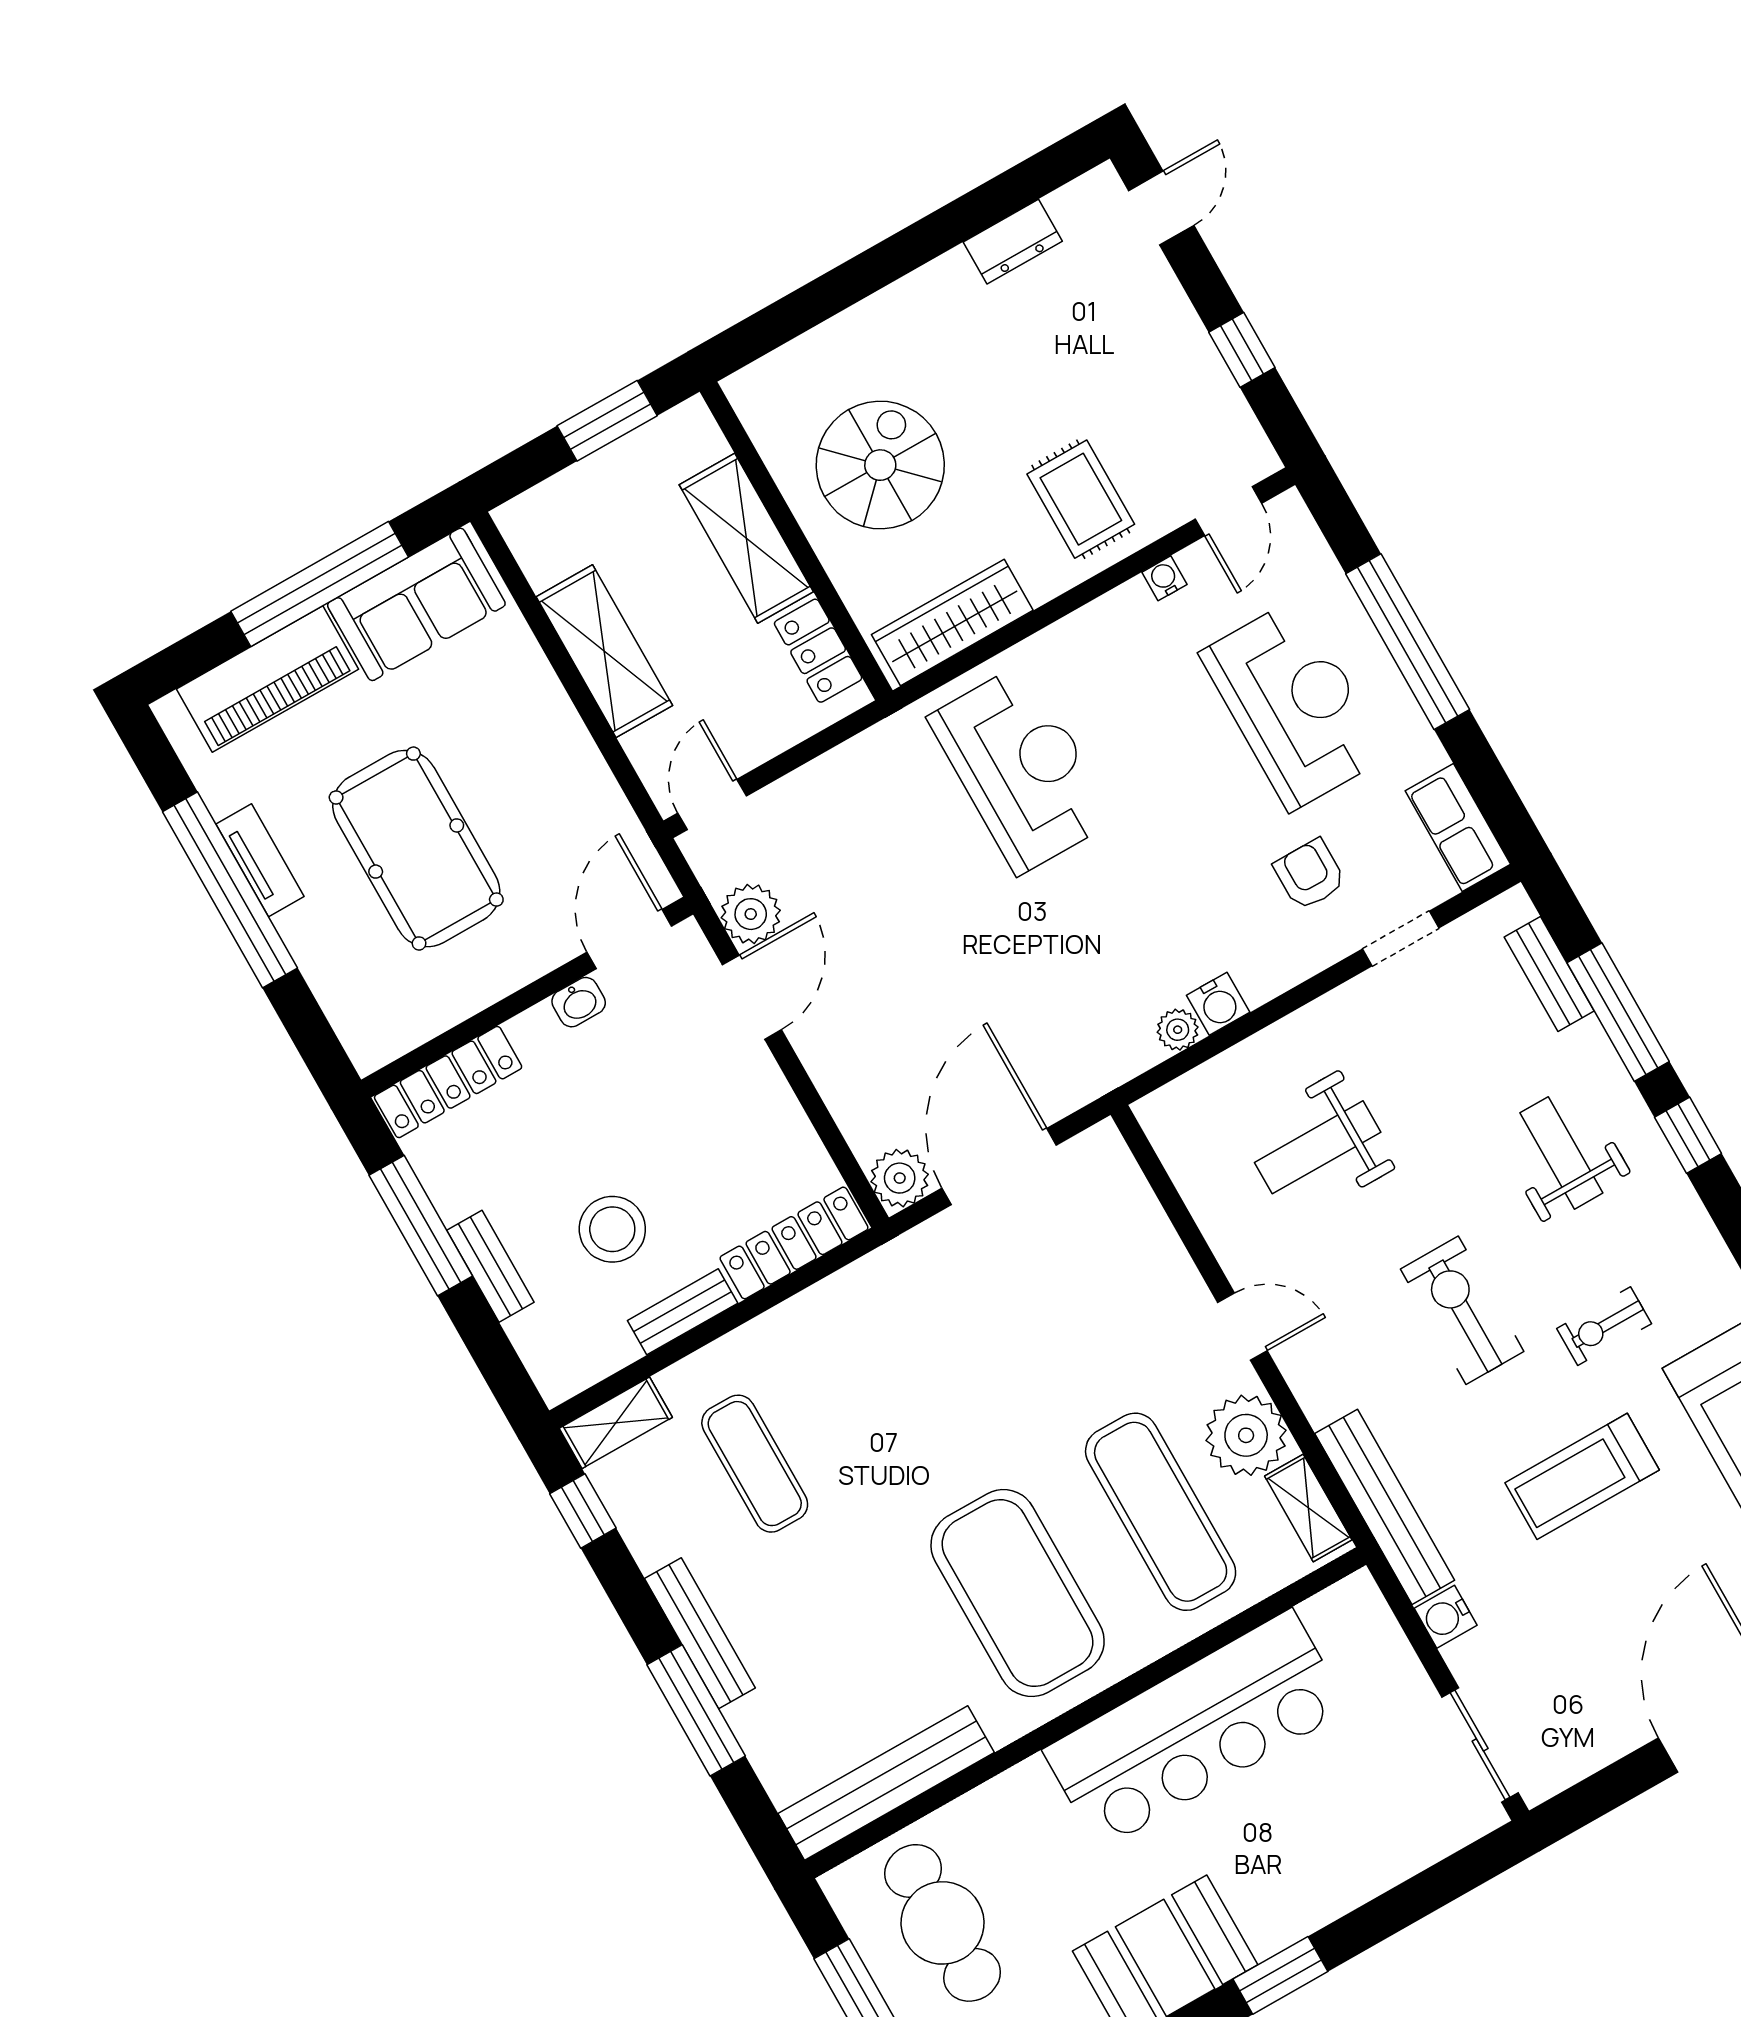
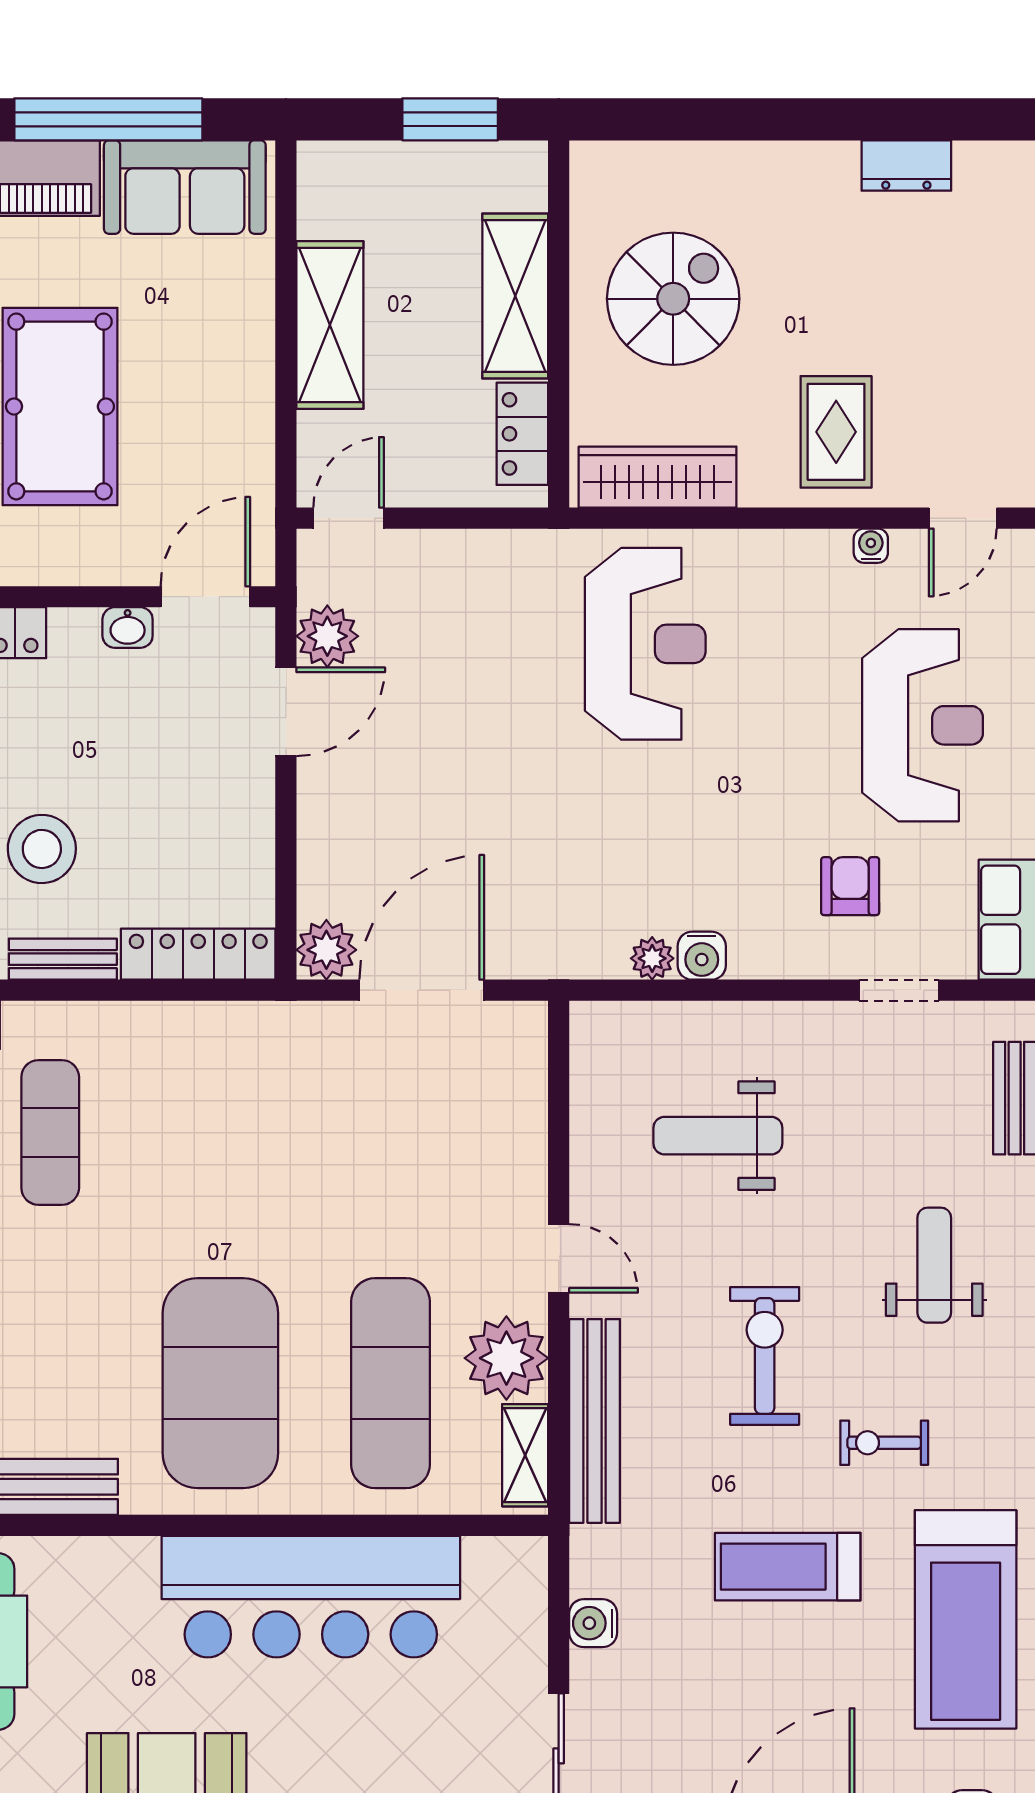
bench: (1385, 1507) -> (595, 1421), moved

